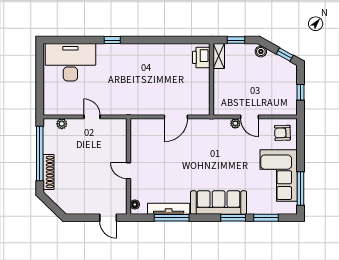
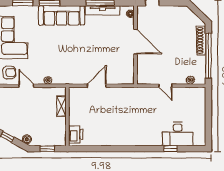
window: (112, 40) -> (171, 149), moved
shelving: (219, 56) -> (61, 106), moved
desk: (70, 62) -> (178, 134), width x0.73, depth x0.77
door: (249, 117) -> (26, 86), moved
door: (128, 171) -> (135, 42), width x1.87

